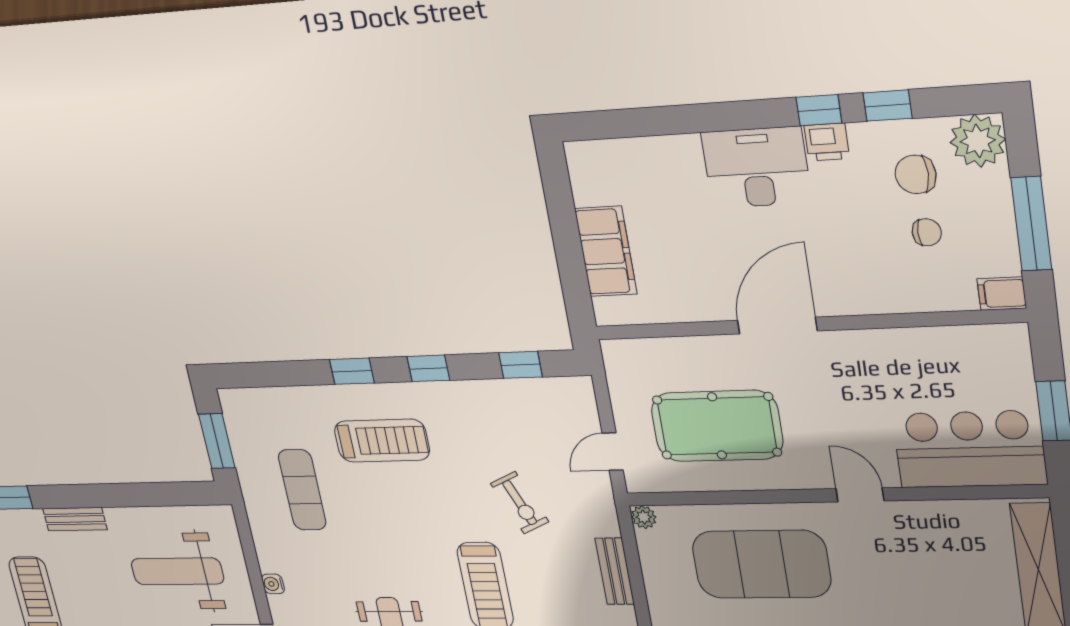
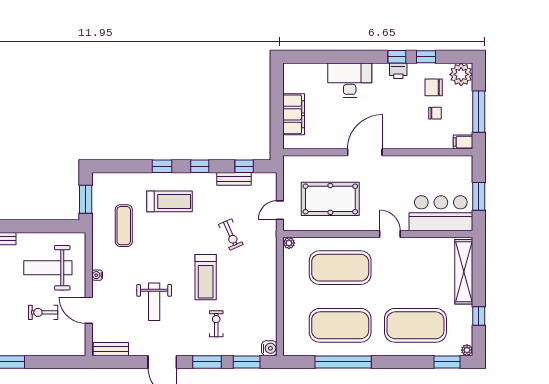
desk: (756, 167) -> (350, 80), moved
bench: (615, 571) -> (234, 179), moved, turned 90

